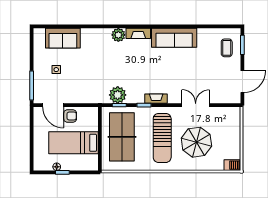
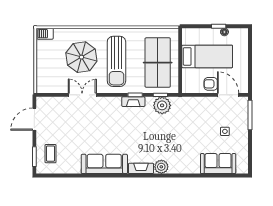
fireplace: (156, 99) -> (133, 102), moved
double door: (196, 105) -> (82, 95), swing flipped
sun lounger: (162, 138) -> (116, 61), turned 180

